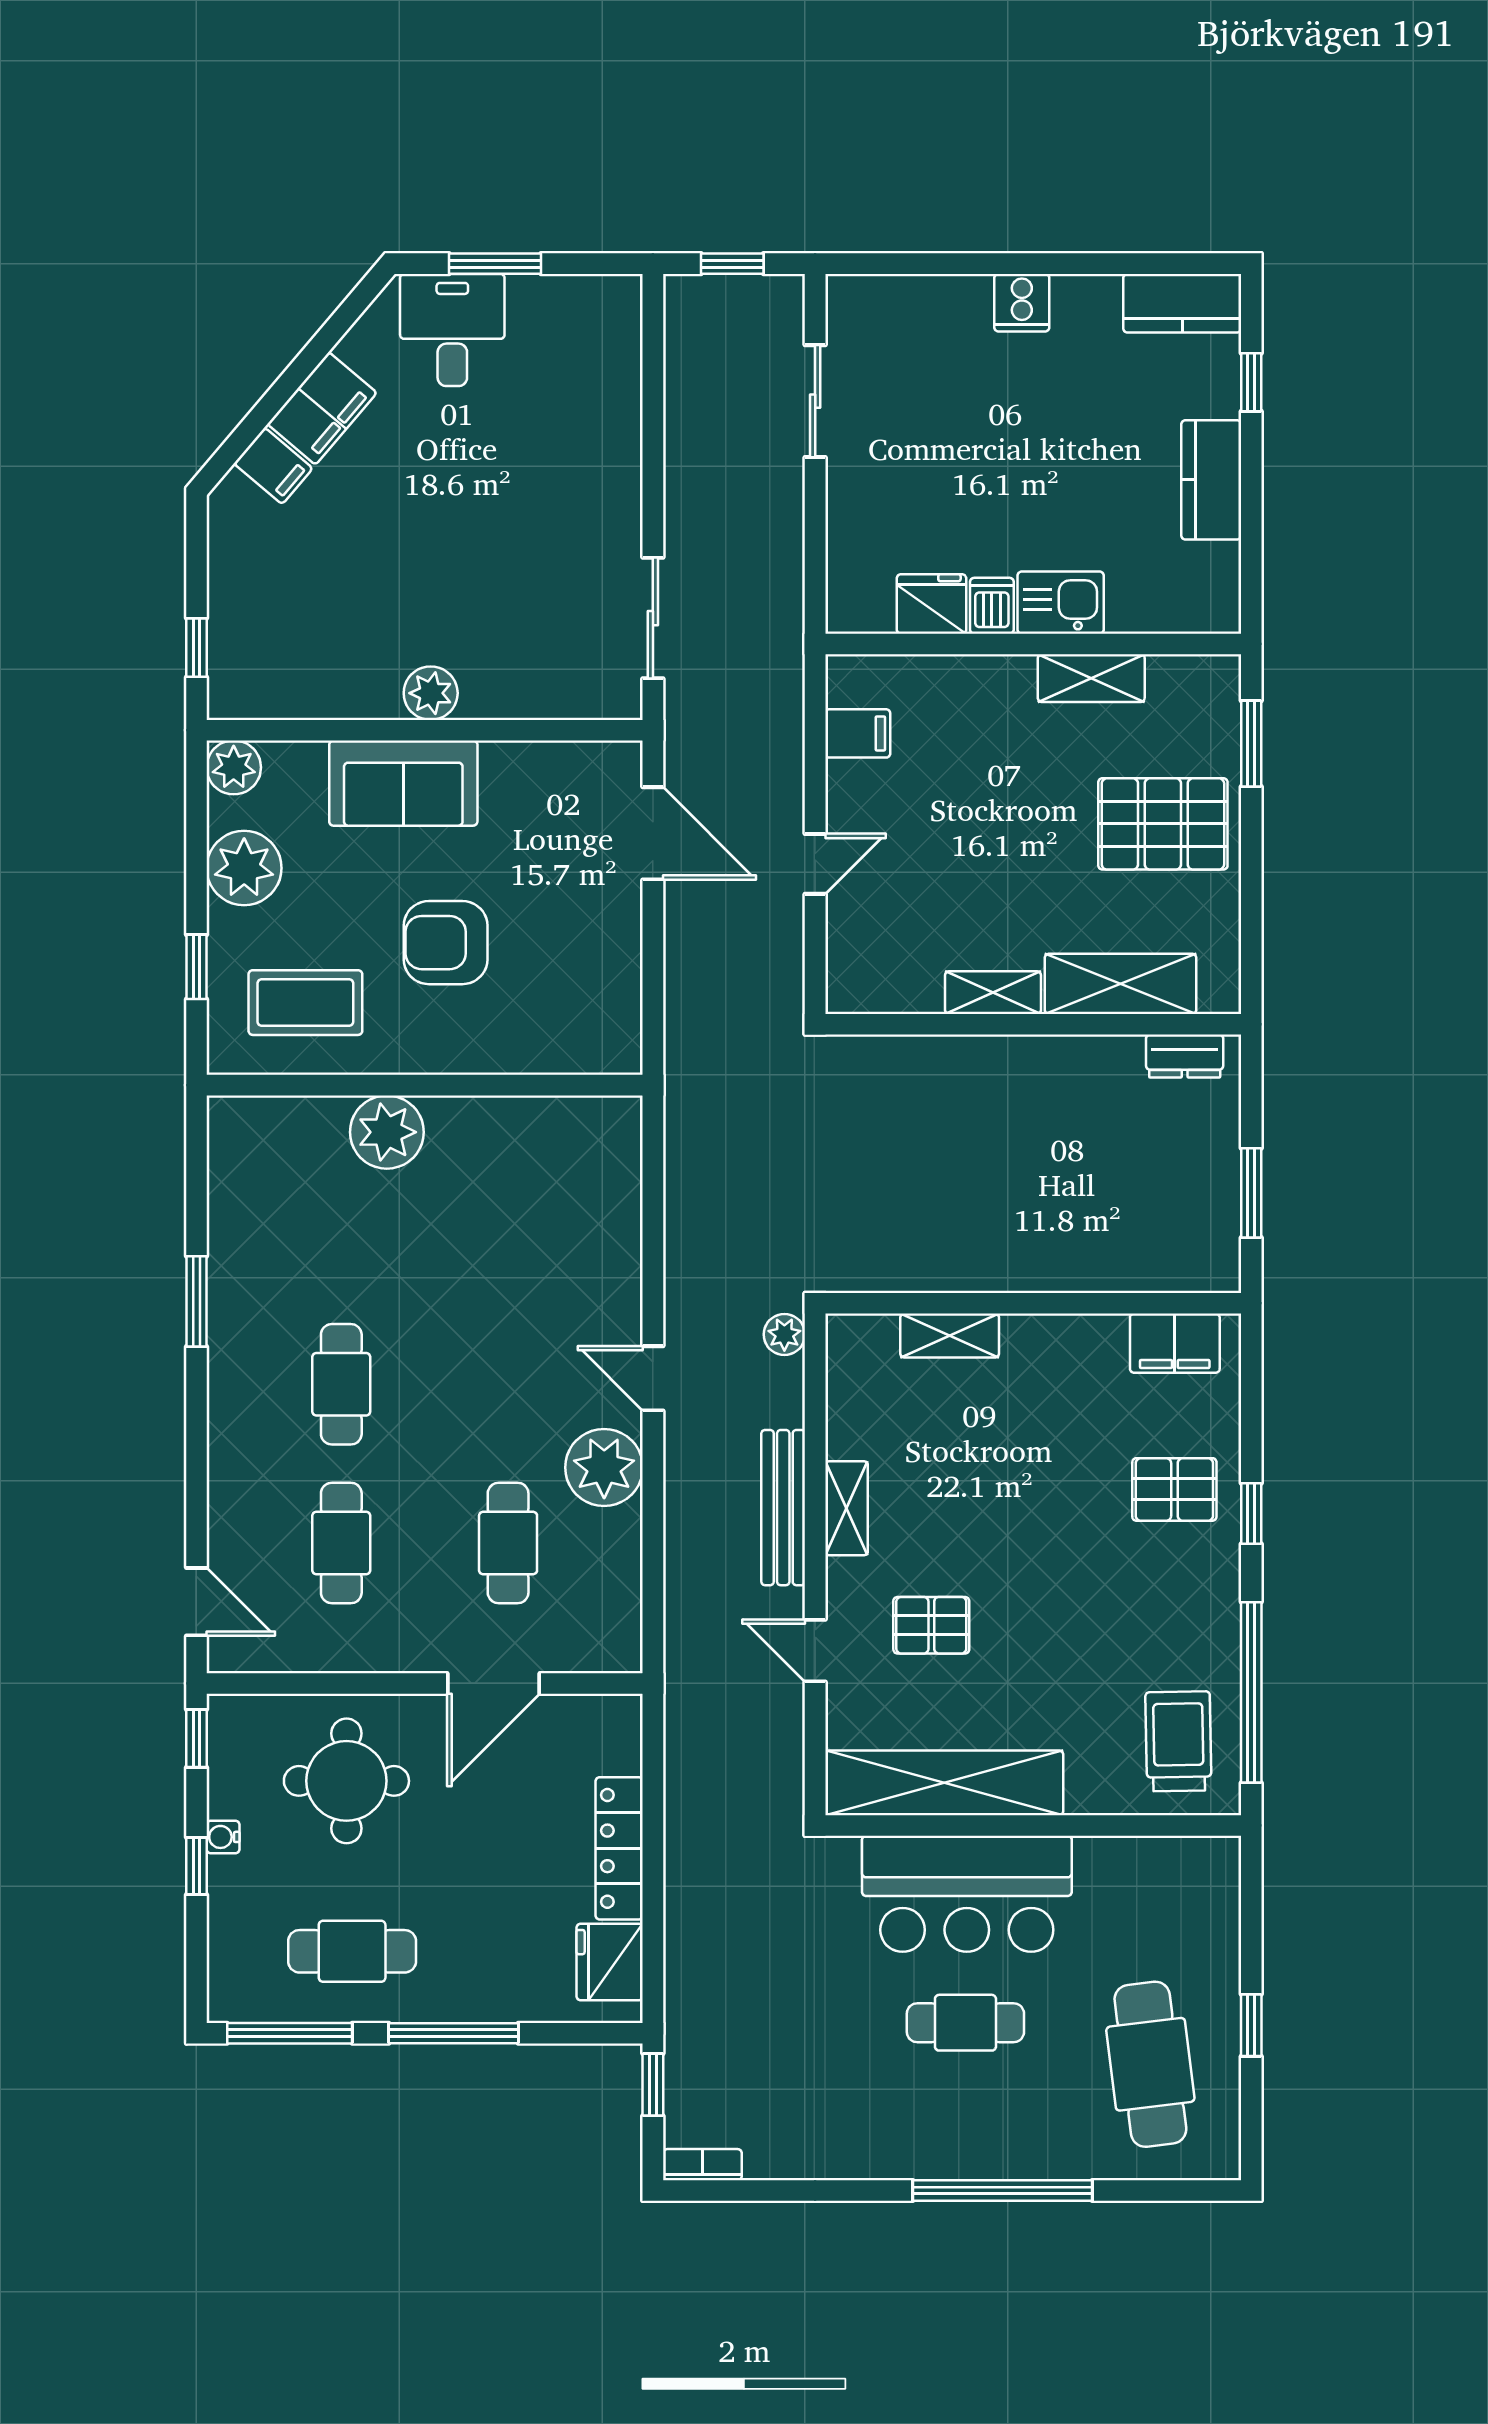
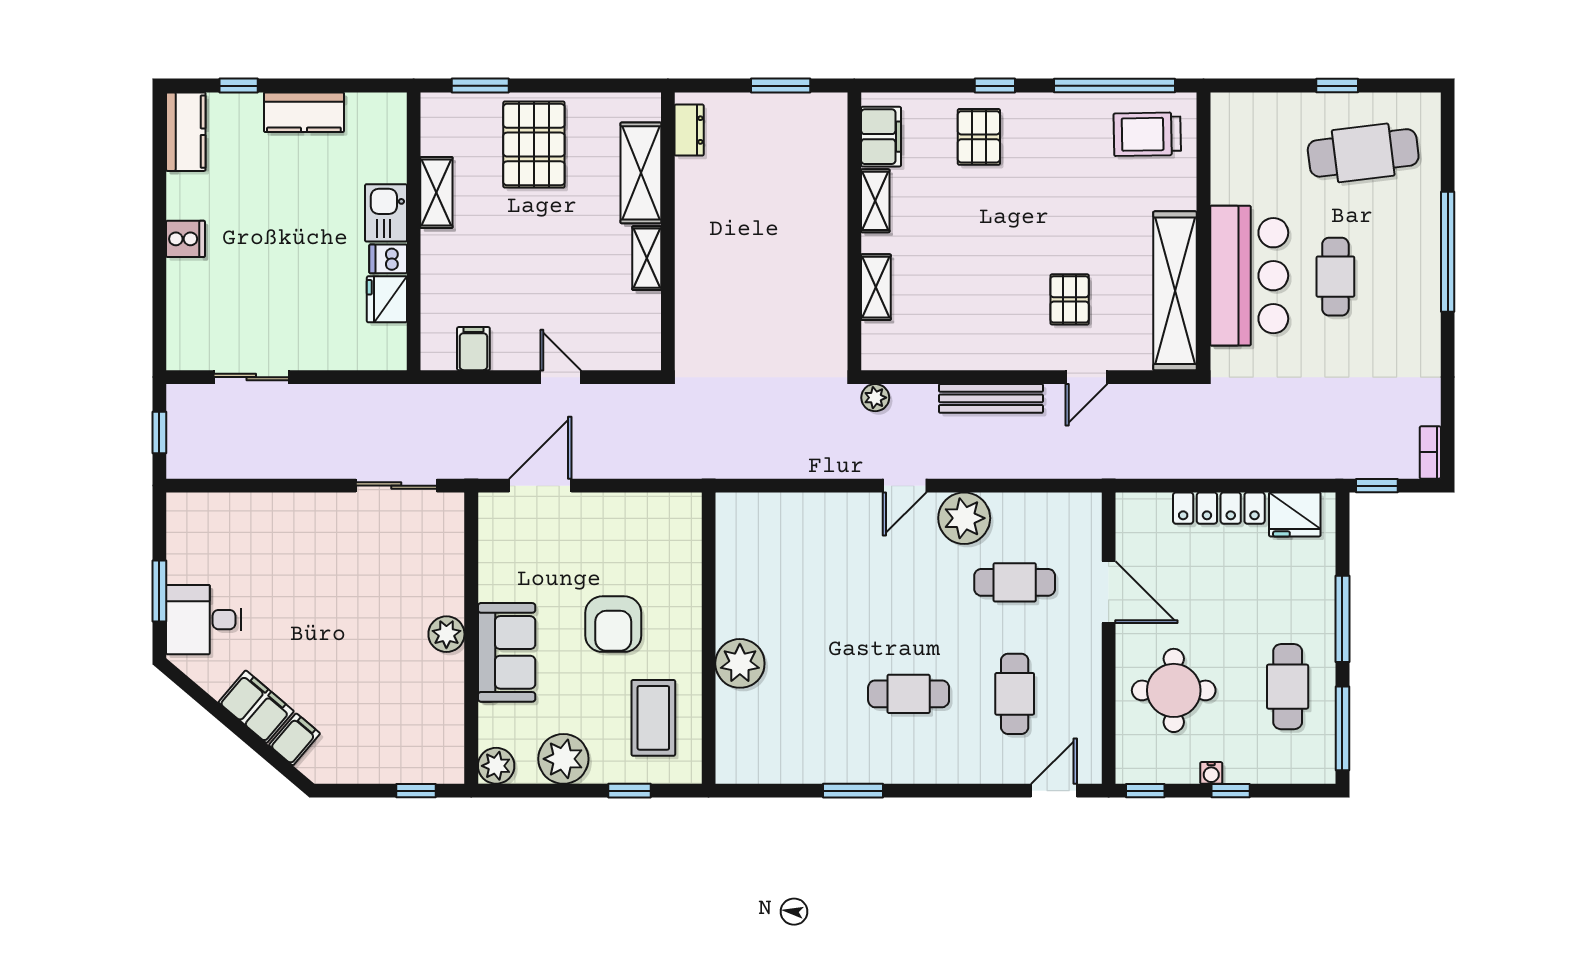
shelving: (847, 1508) -> (875, 201), moved, turned 90
cafe table: (341, 1543) -> (1015, 694), turned 90

